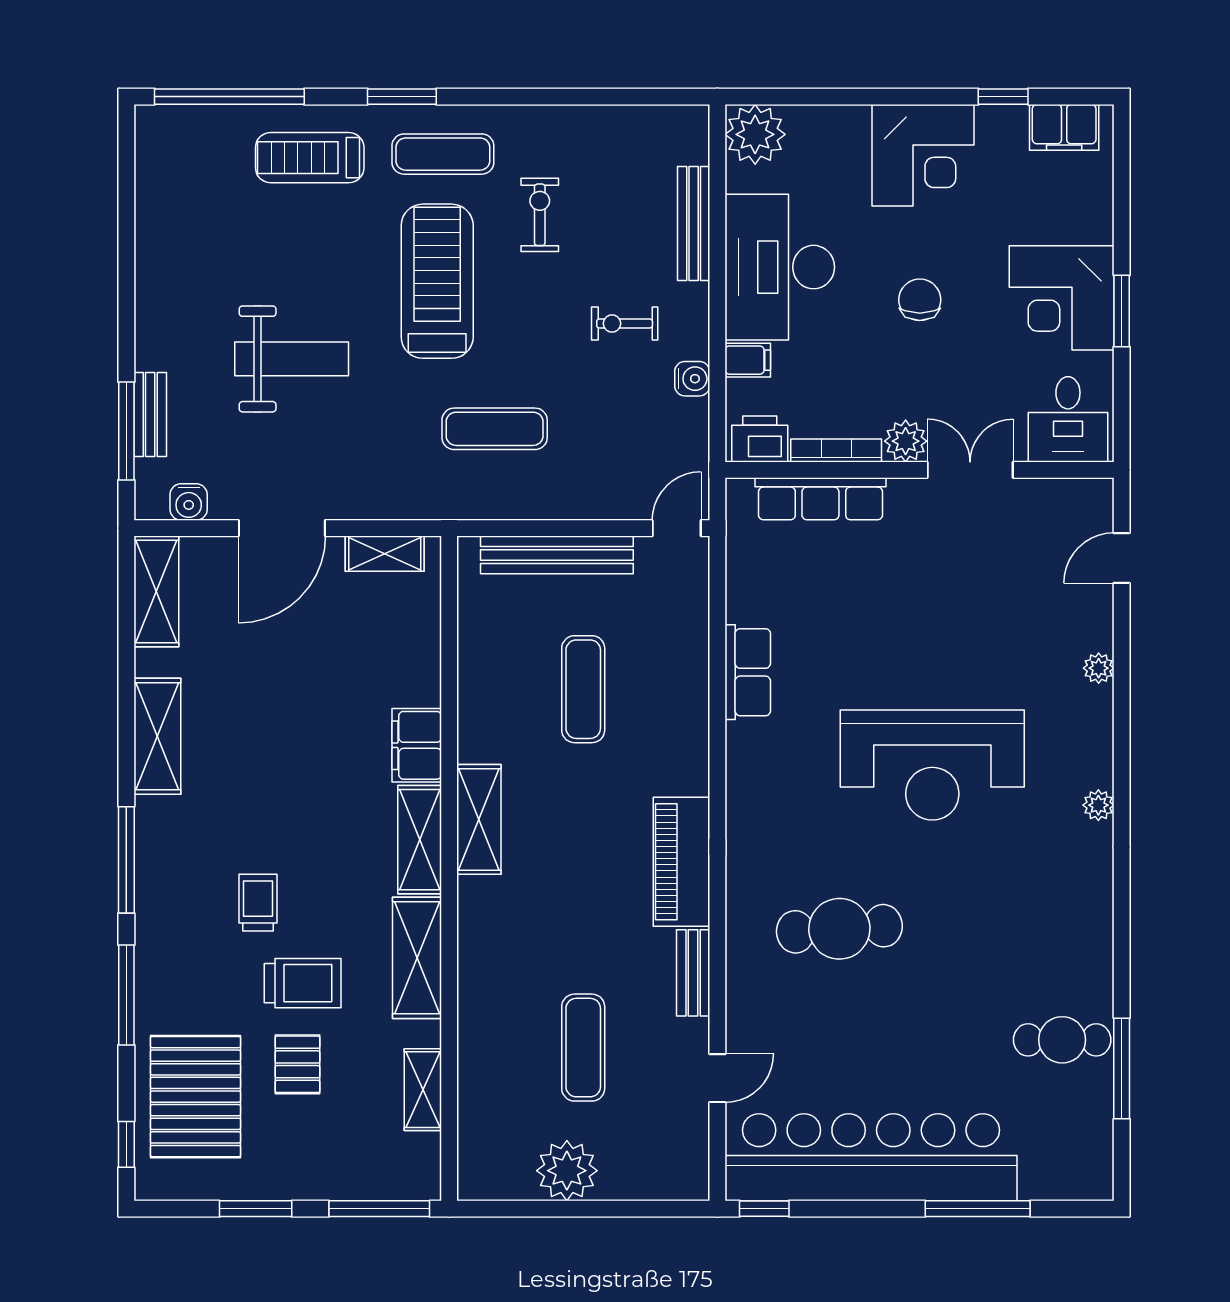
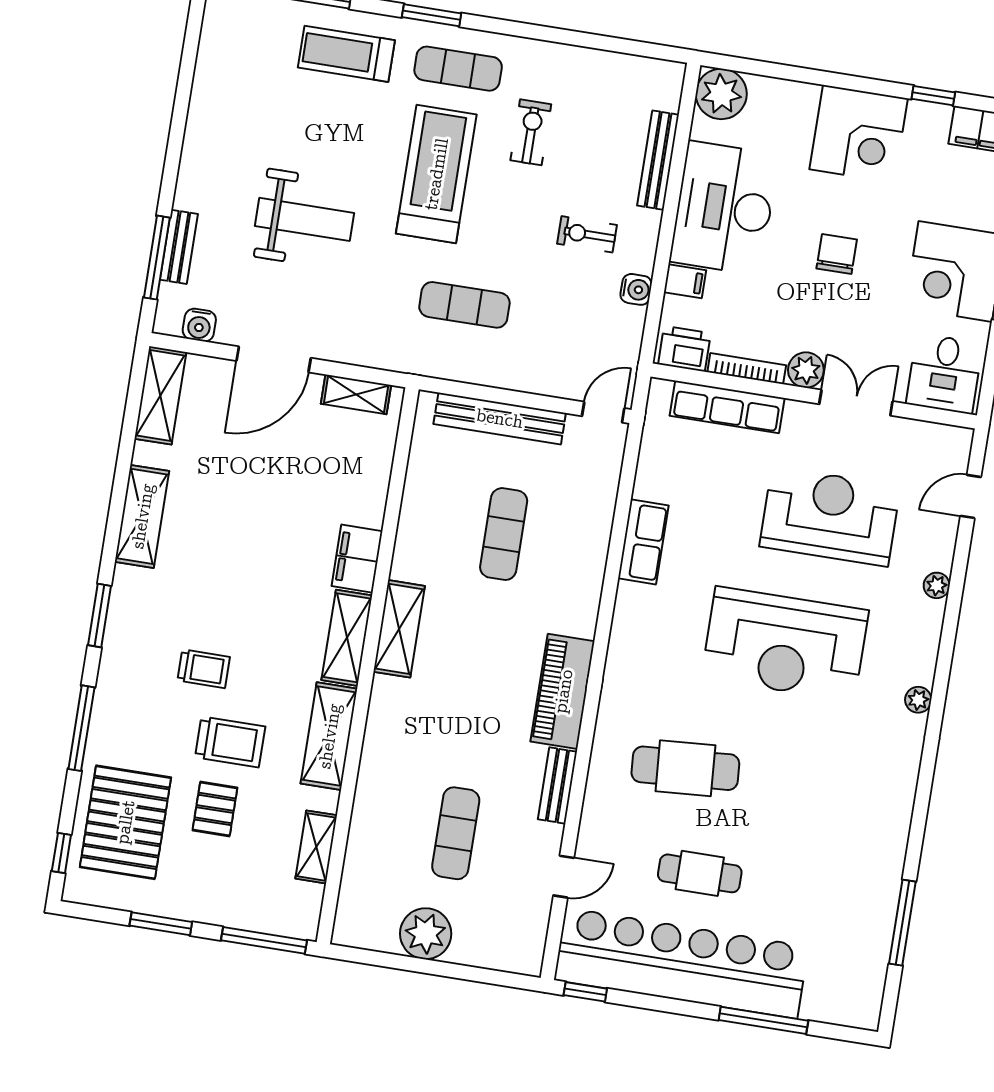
reception desk: (961, 607) -> (830, 516), added
window: (126, 860) -> (99, 616), width x0.69
trolley: (258, 903) -> (204, 669), turned 90
cafe table: (1062, 1040) -> (700, 873), moved

